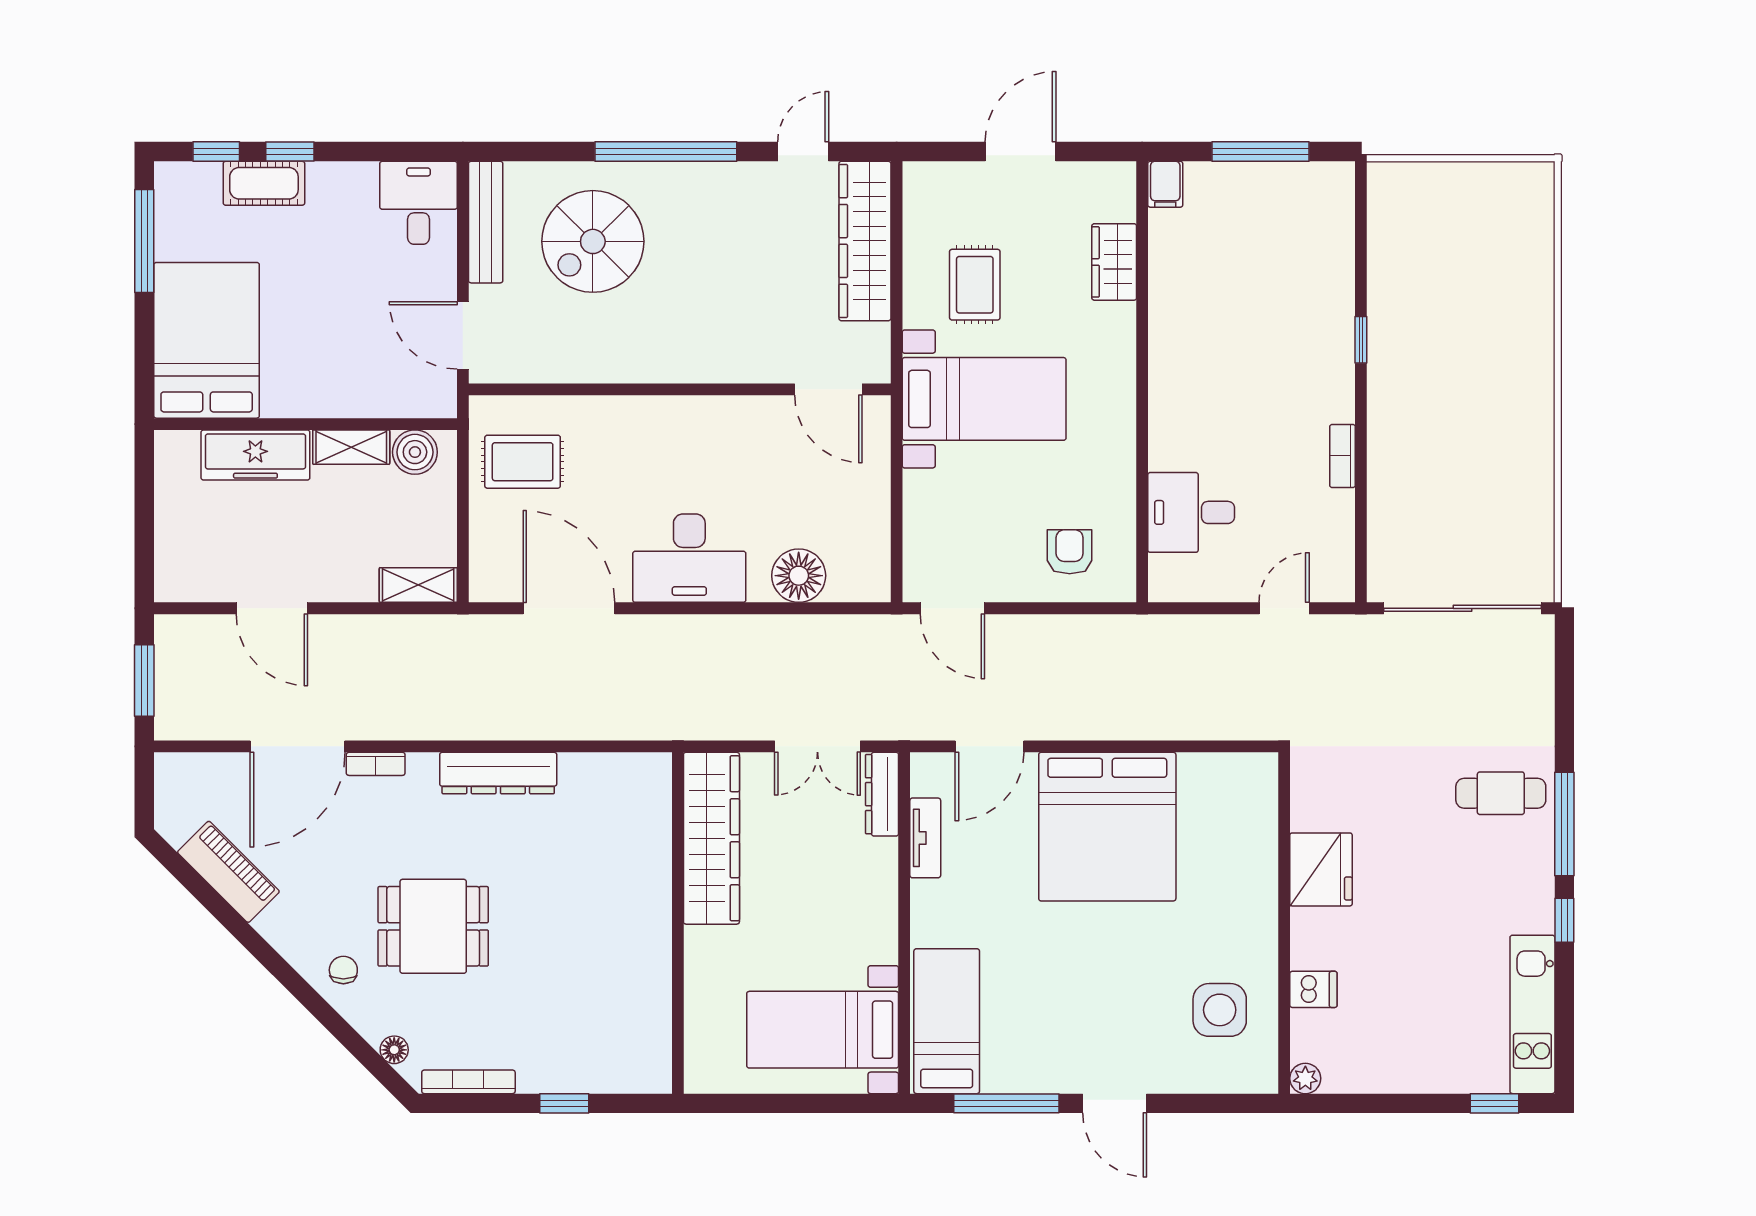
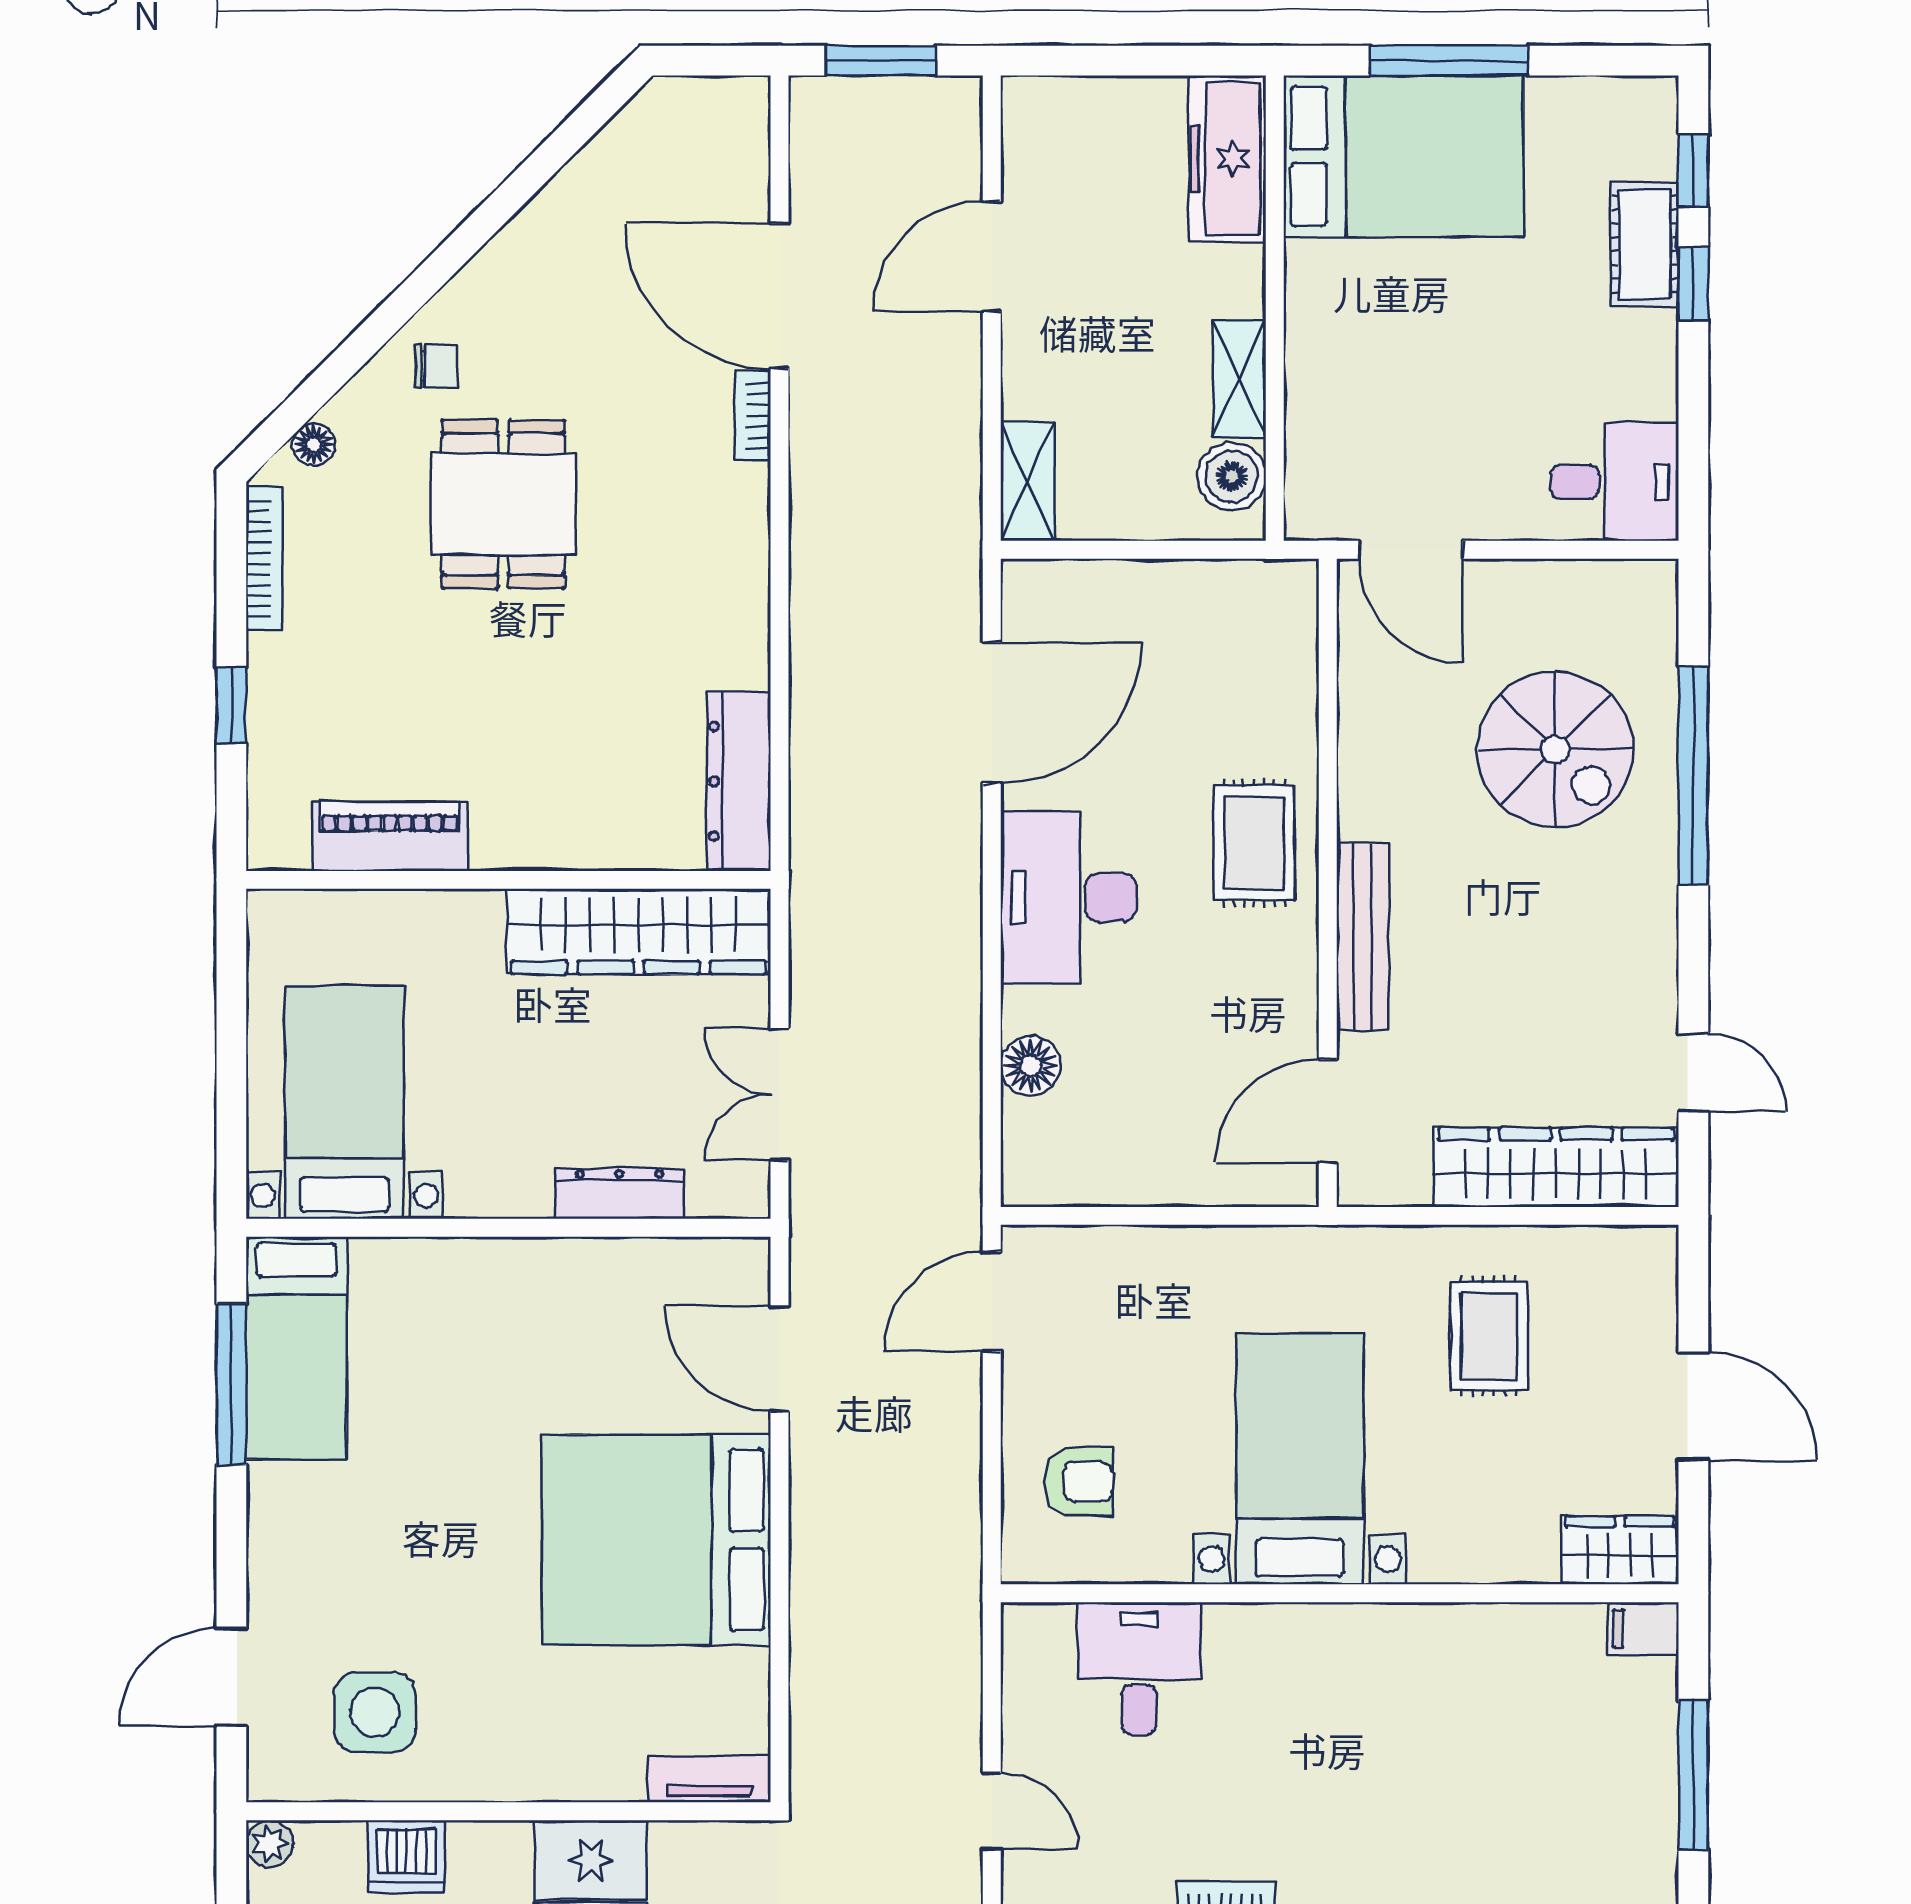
window: (666, 152) -> (1693, 776), moved
bench: (486, 222) -> (1363, 937), moved, turned 90
window: (144, 241) -> (1449, 61), moved
spiral stairs: (593, 241) -> (1555, 749), turned 180
wardrobe: (1114, 262) -> (1620, 1550), moved
rug: (975, 285) -> (1489, 1336), turned 90
door: (463, 335) -> (1411, 550), swing flipped
bed with nightstands: (984, 399) -> (1300, 1459), moved, turned 180
freezer: (255, 455) -> (1227, 159), moved
rug: (523, 462) -> (1254, 843), moved
floor lamp: (799, 576) -> (1031, 1066), width x0.73, depth x0.73
dresser: (498, 773) -> (739, 781), moved
dresser: (882, 794) -> (619, 1194), moved
tv unit: (925, 838) -> (709, 1779), moved, turned 180
piano: (228, 872) -> (390, 836), moved, turned -135
dishwasher: (1313, 989) -> (406, 1856), width x1.38
bed: (947, 1021) -> (296, 1348), moved, turned 90
door: (1115, 1103) -> (231, 1677), moved

